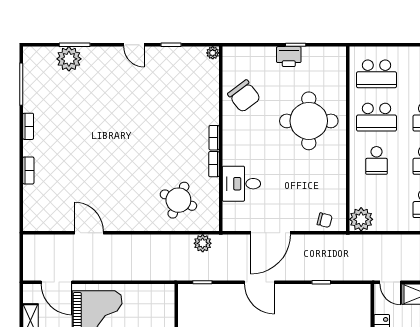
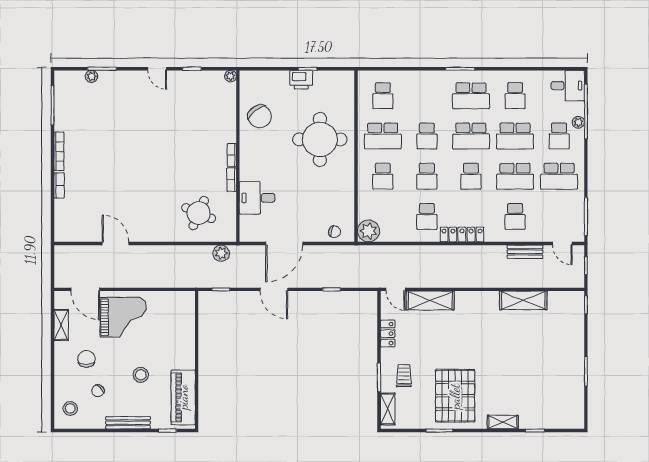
plant: (69, 59) -> (91, 76), width x0.53, depth x0.53
school desk: (377, 74) -> (383, 96), width x0.54
bookcase: (28, 126) -> (59, 151), width x1.56

